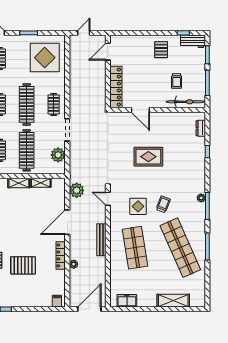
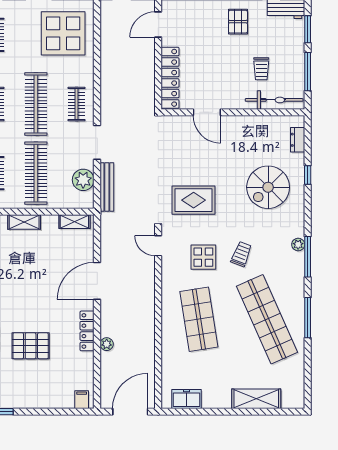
rug: (148, 157) -> (194, 200), moved
spiral stairs: (181, 160) -> (268, 187), added
shelving: (41, 183) -> (74, 222), moved
plant: (77, 190) -> (111, 233), removed
bench: (101, 240) -> (107, 187), moved

